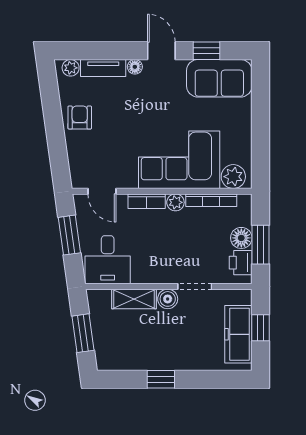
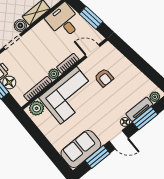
window: (105, 51) -> (145, 118), added
window: (206, 51) -> (97, 157), width x1.50
armchair: (80, 118) -> (104, 78), moved

